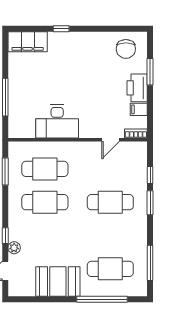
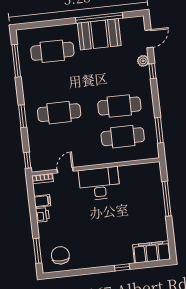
window: (150, 72) -> (37, 251), moved
printer: (137, 88) -> (42, 215), width x0.53, depth x0.68
desk: (57, 121) -> (99, 184), moved
window: (150, 175) -> (27, 160), moved
window: (102, 299) -> (99, 18), moved

